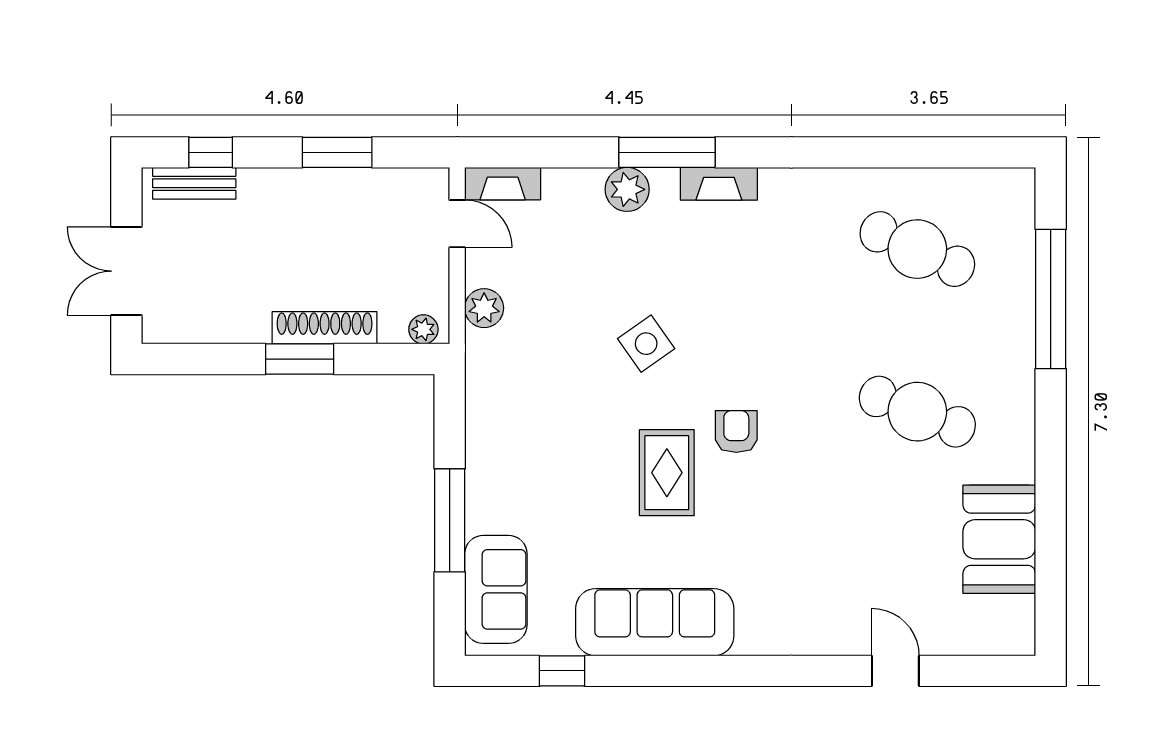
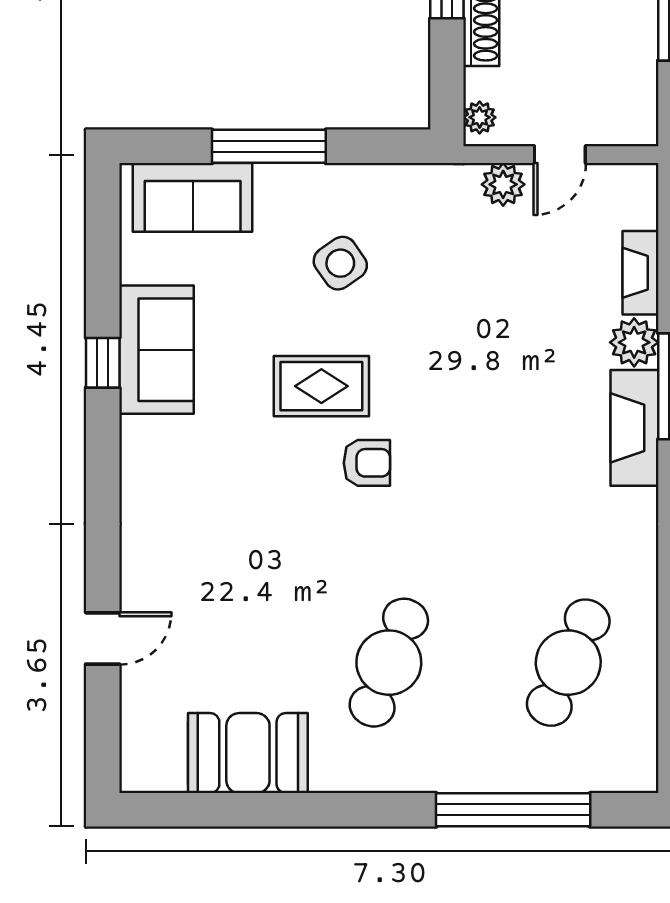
fireplace: (503, 184) -> (640, 273), moved
fireplace: (719, 184) -> (635, 428), width x1.37, depth x1.32
door: (457, 224) -> (560, 155), moved
side table: (646, 344) -> (340, 263), moved
sofa: (655, 622) -> (156, 350), width x0.73
window: (562, 671) -> (103, 363), moved

